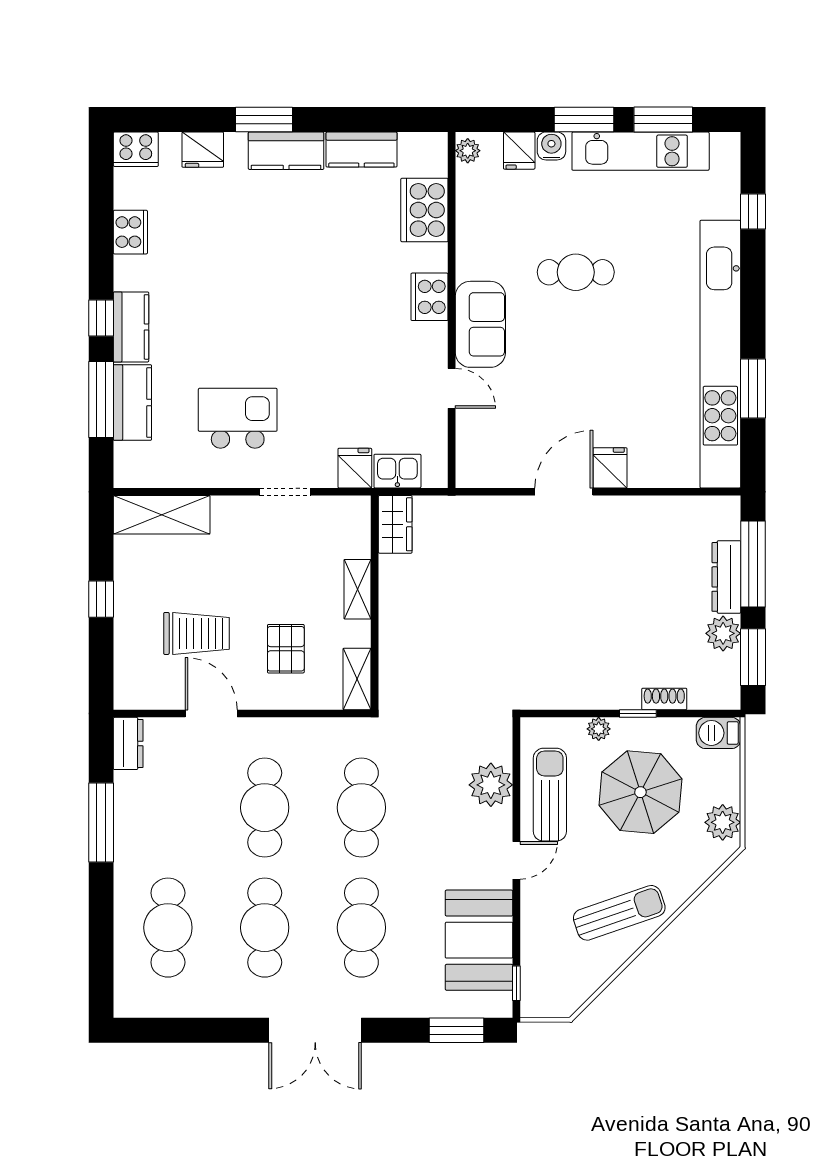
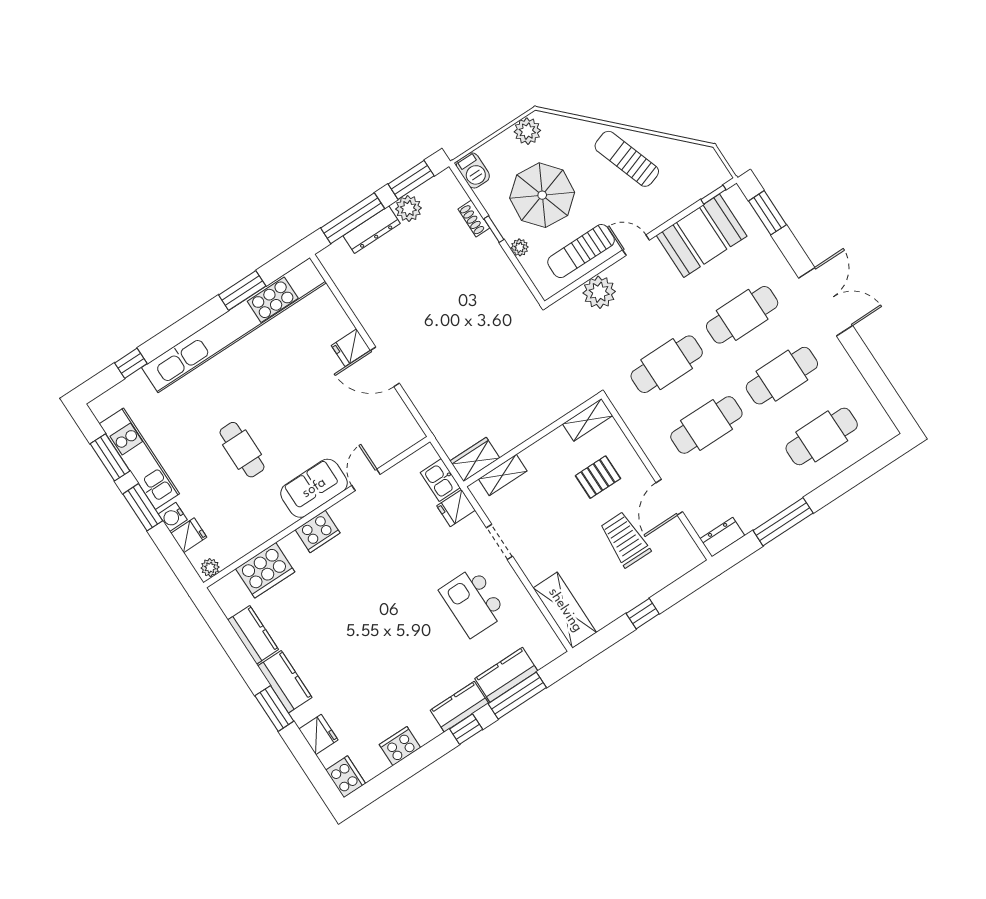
shelving: (357, 589) -> (503, 475), moved

